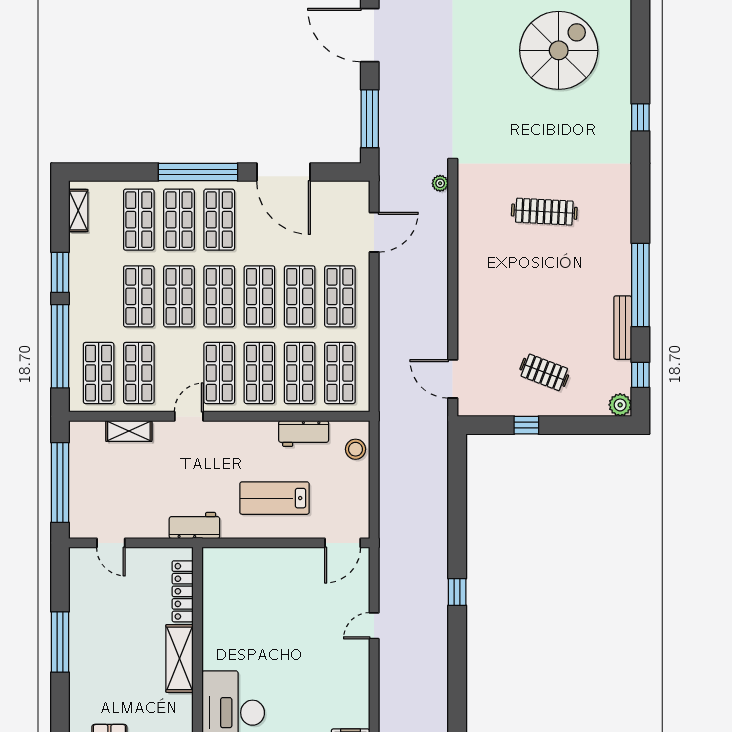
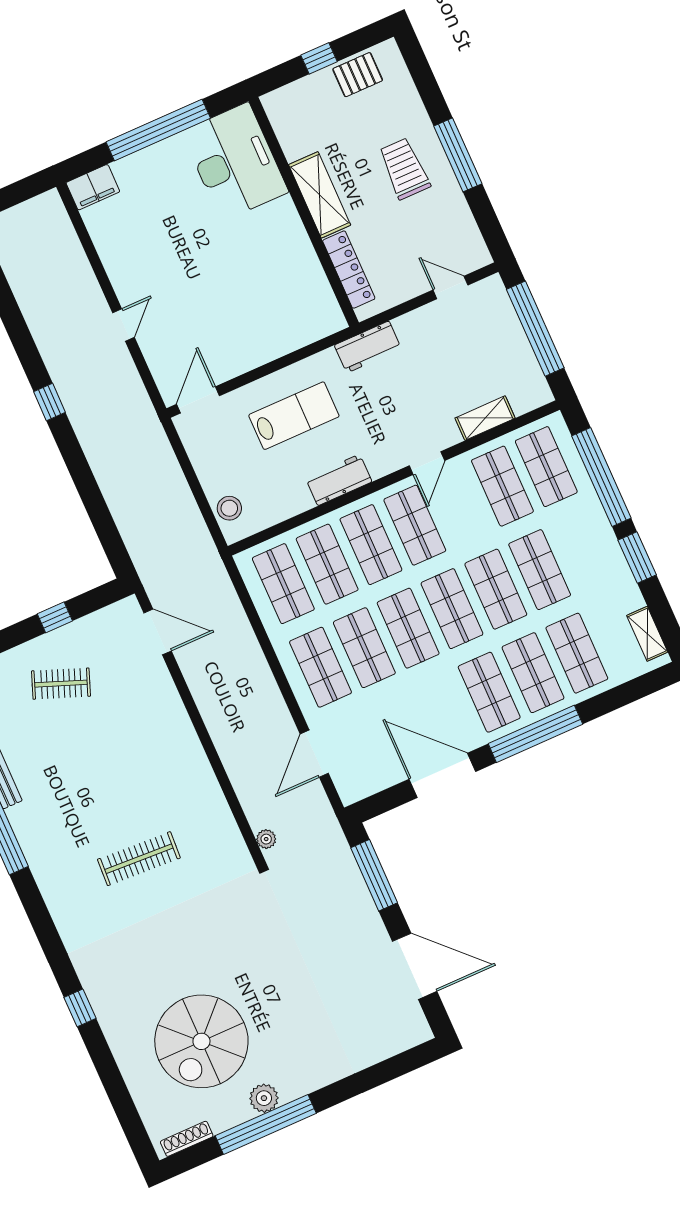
workbench: (304, 434) -> (339, 480), moved
trolley: (106, 650) -> (404, 169), added

